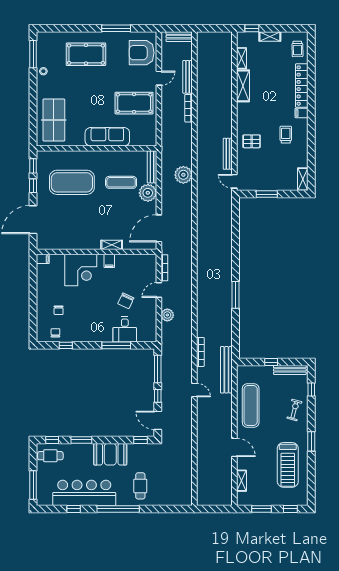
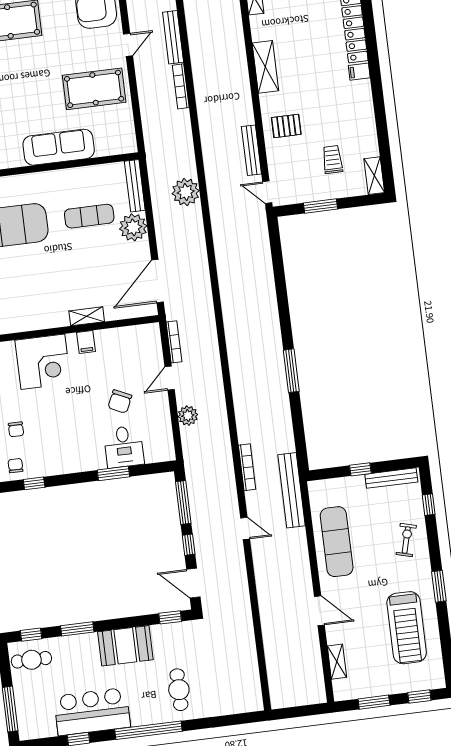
shelving: (243, 86) -> (265, 67), moved
trolley: (286, 135) -> (332, 159), moved
window: (116, 345) -> (113, 473), width x0.69
bar counter: (84, 493) -> (92, 712), width x0.73

